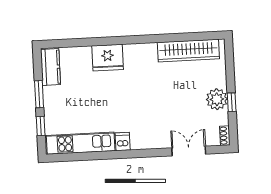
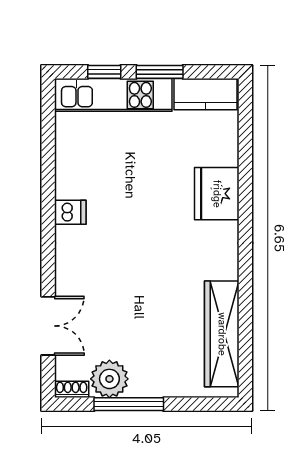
plant: (217, 99) -> (109, 379), moved
window: (232, 102) -> (129, 404), width x2.17
kitchen unit: (81, 143) -> (113, 95), moved, turned 90

